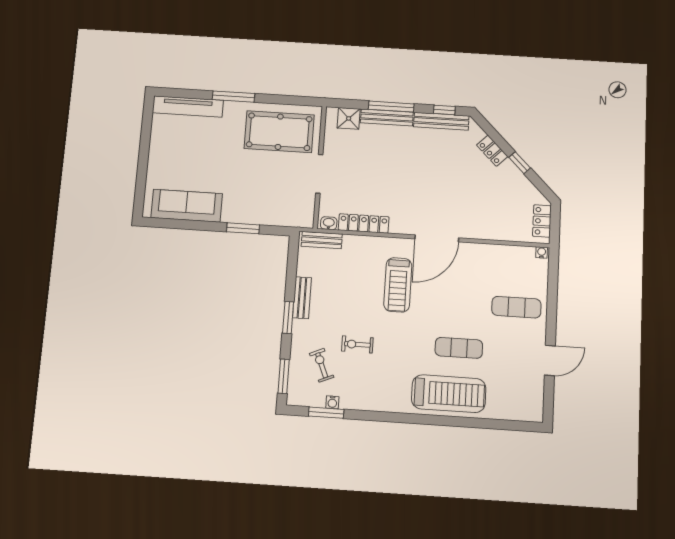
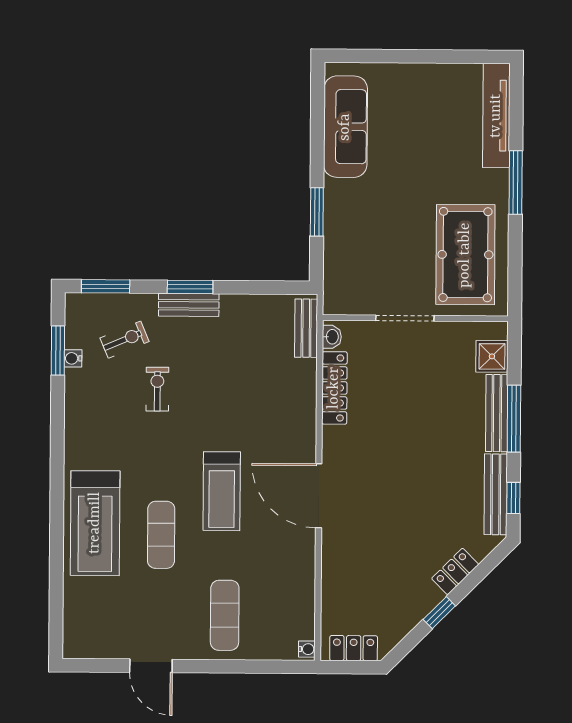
treadmill: (398, 285) -> (222, 491), moved, turned -90
bench: (302, 298) -> (189, 305), moved

